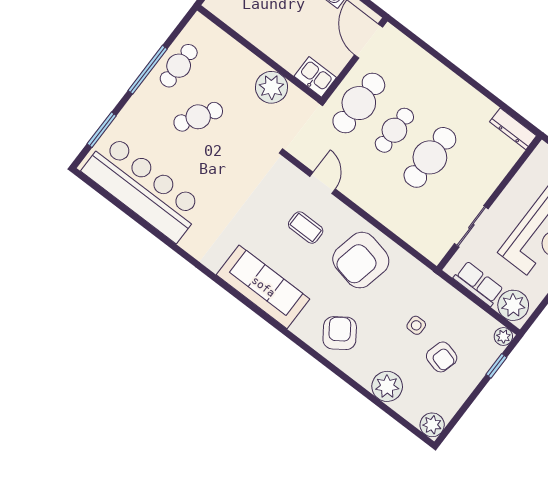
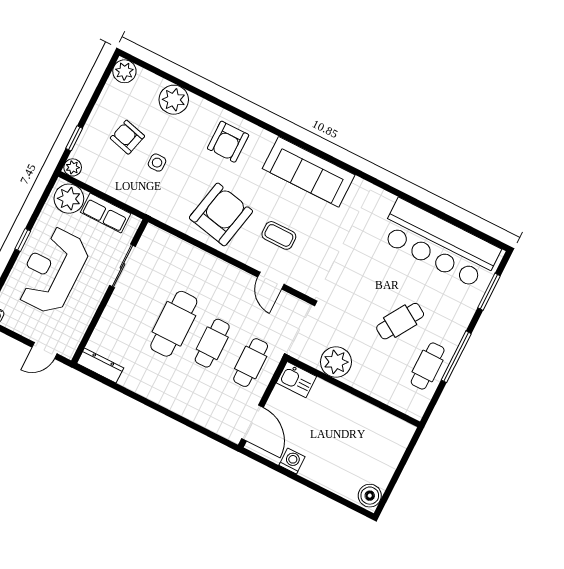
cafe table: (359, 103) -> (251, 363), width x0.73, depth x0.74
armchair: (340, 333) -> (228, 142), turned 35

